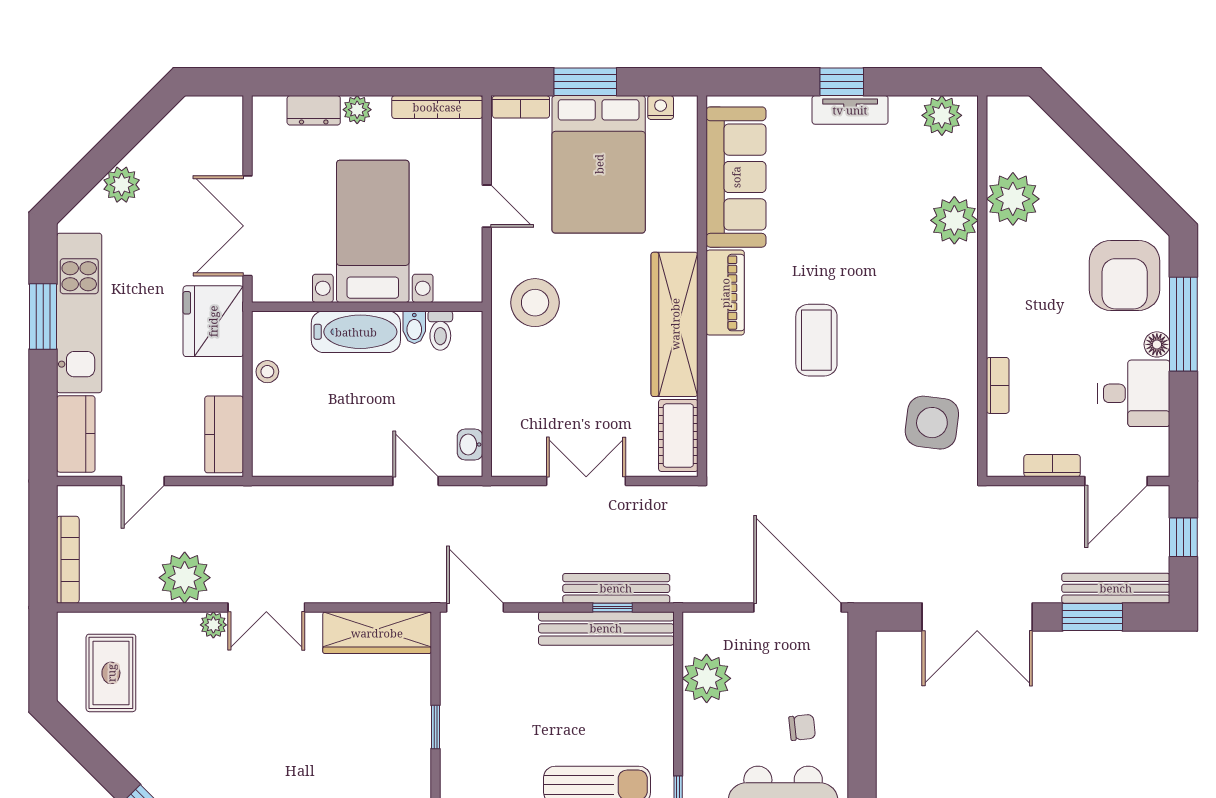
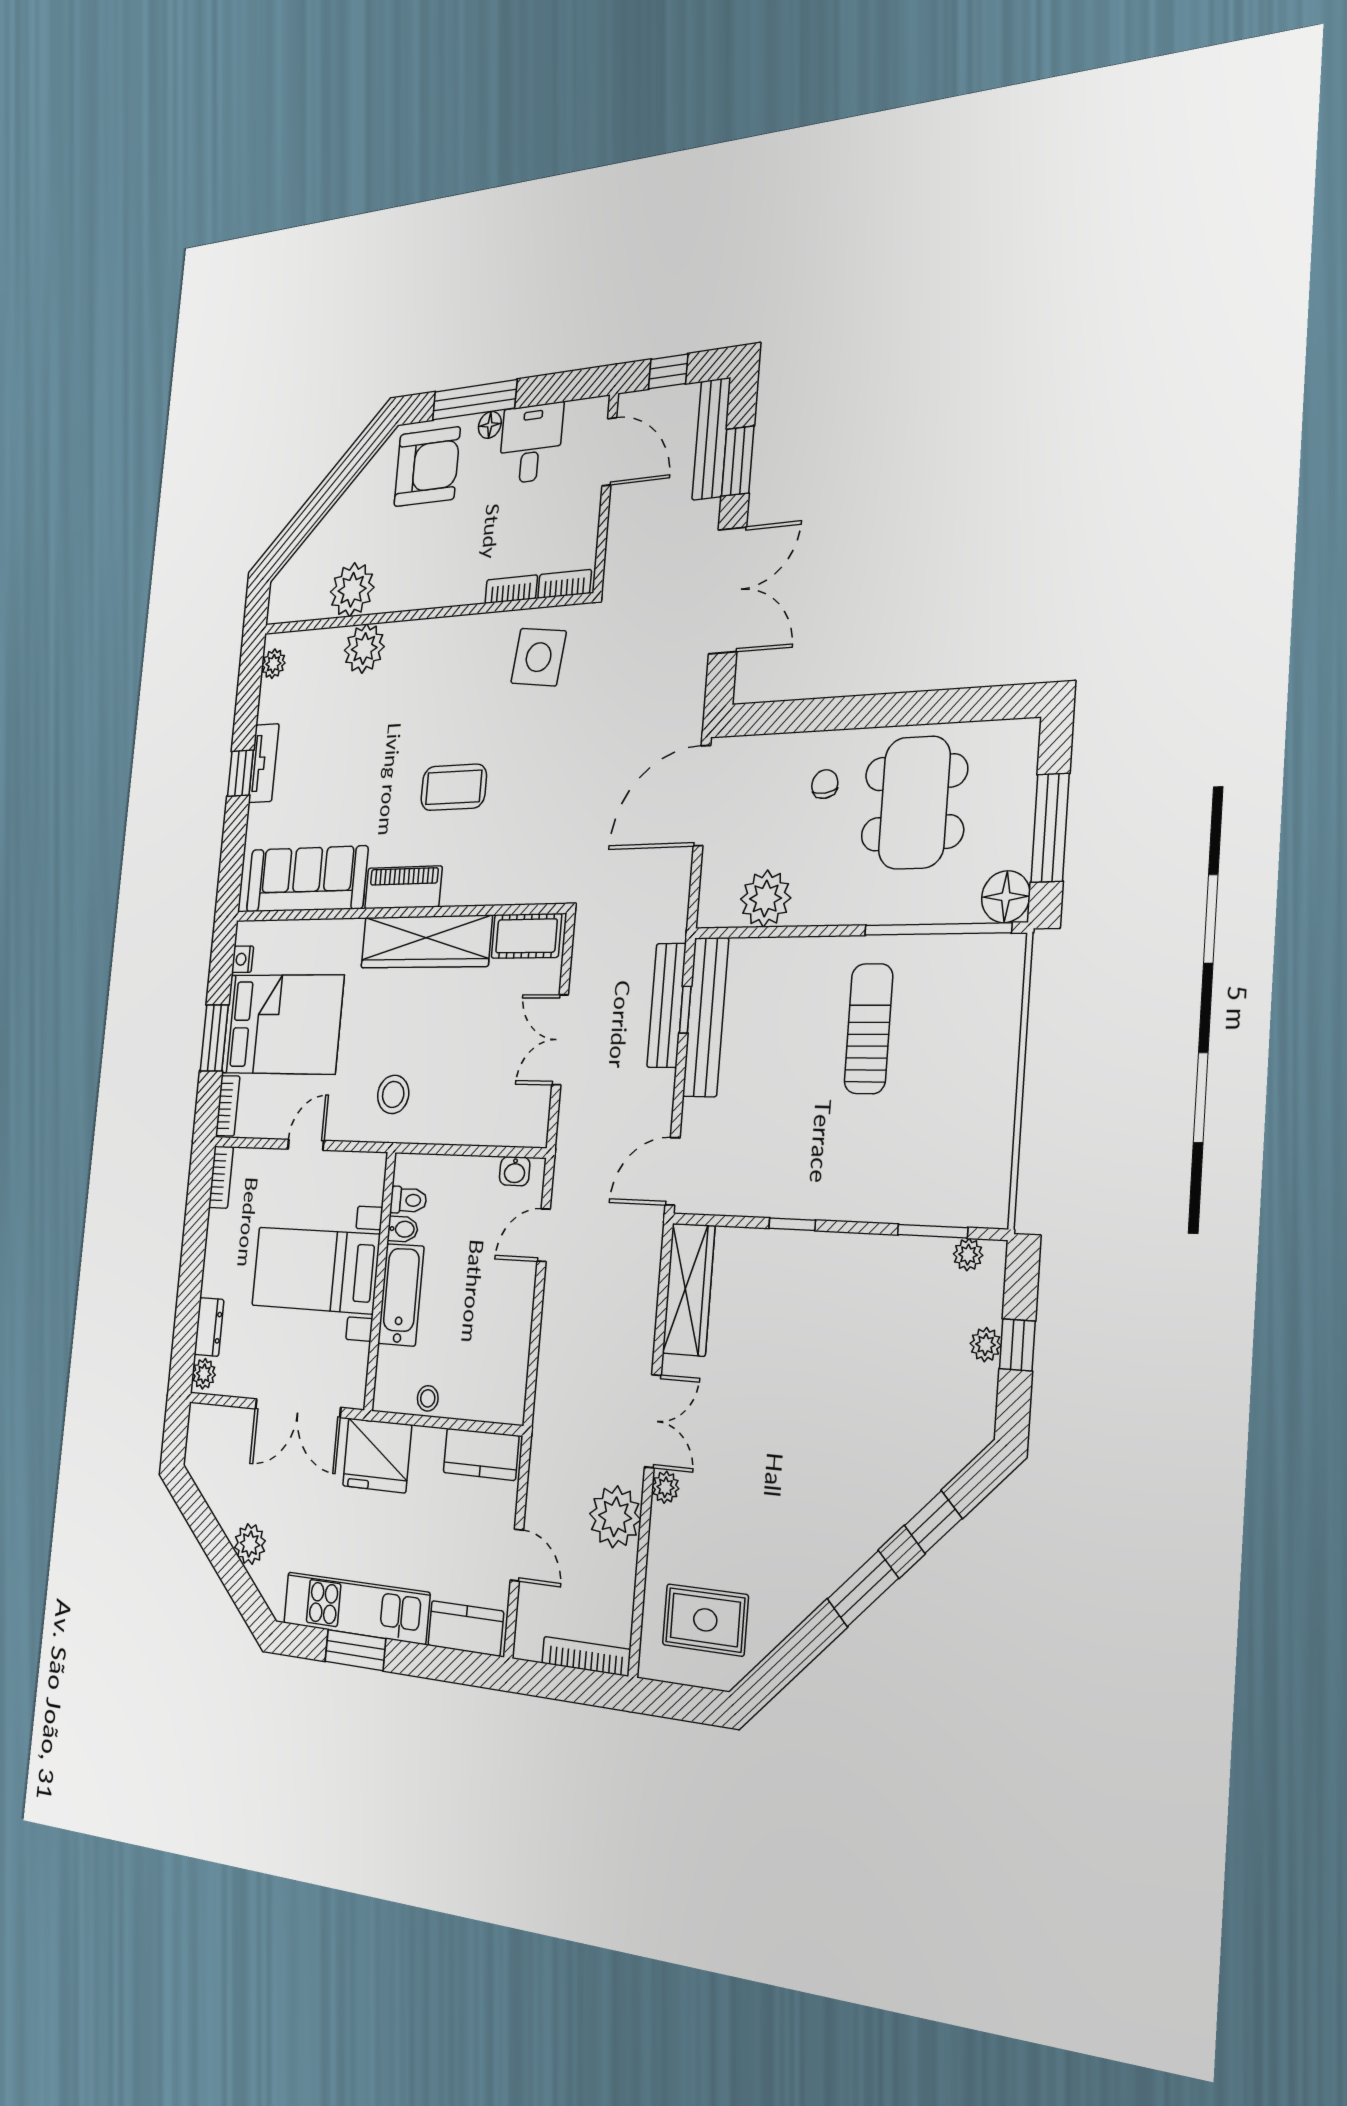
bookcase: (437, 107) -> (221, 1177), width x0.64
plant: (357, 110) -> (204, 1374), moved
plant: (942, 115) -> (273, 664), width x0.73, depth x0.73
stool: (535, 303) -> (393, 1094), width x0.73, depth x0.73
bookcase: (1052, 466) -> (565, 584), moved, turned 90

